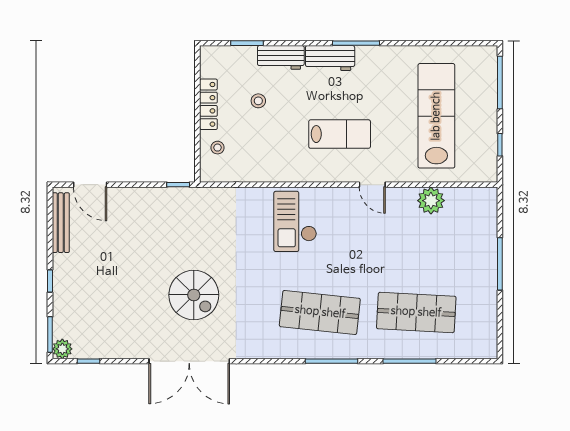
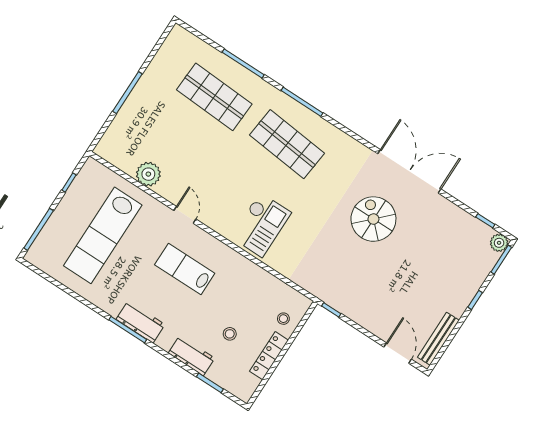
workbench: (330, 58) -> (141, 322), moved

